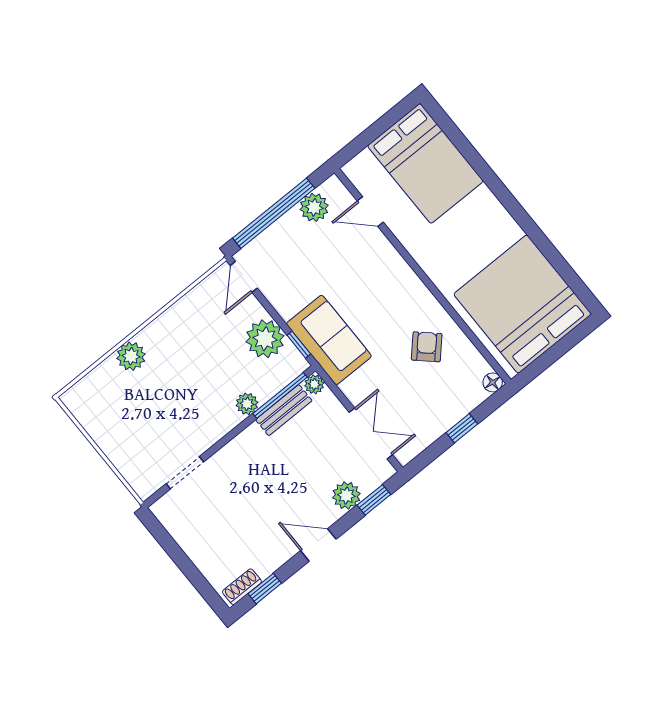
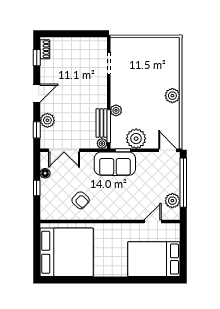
plant: (131, 356) -> (172, 96), moved
floor lamp: (493, 382) -> (45, 173), moved

